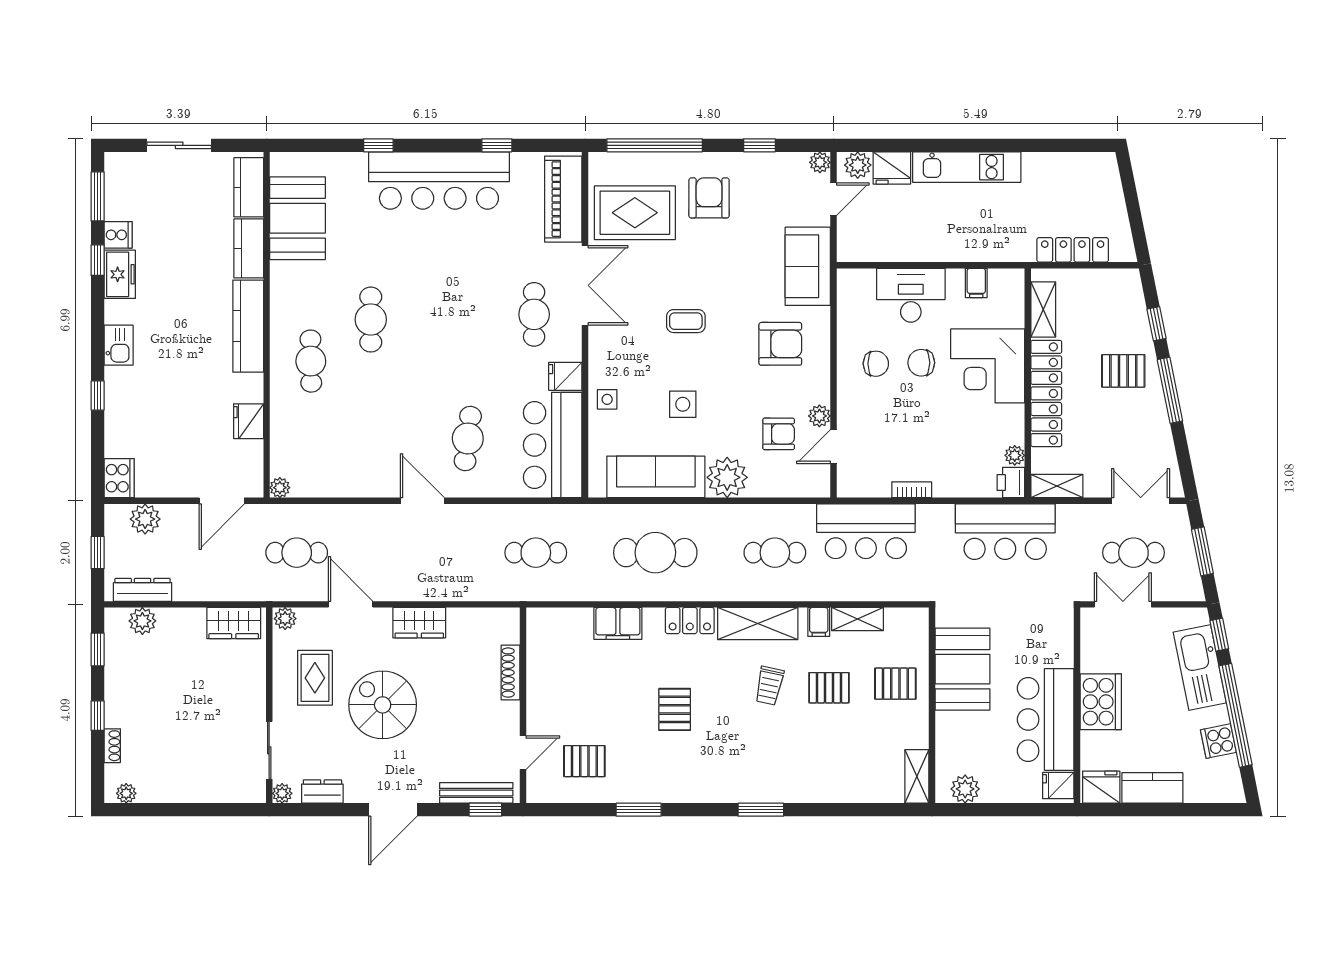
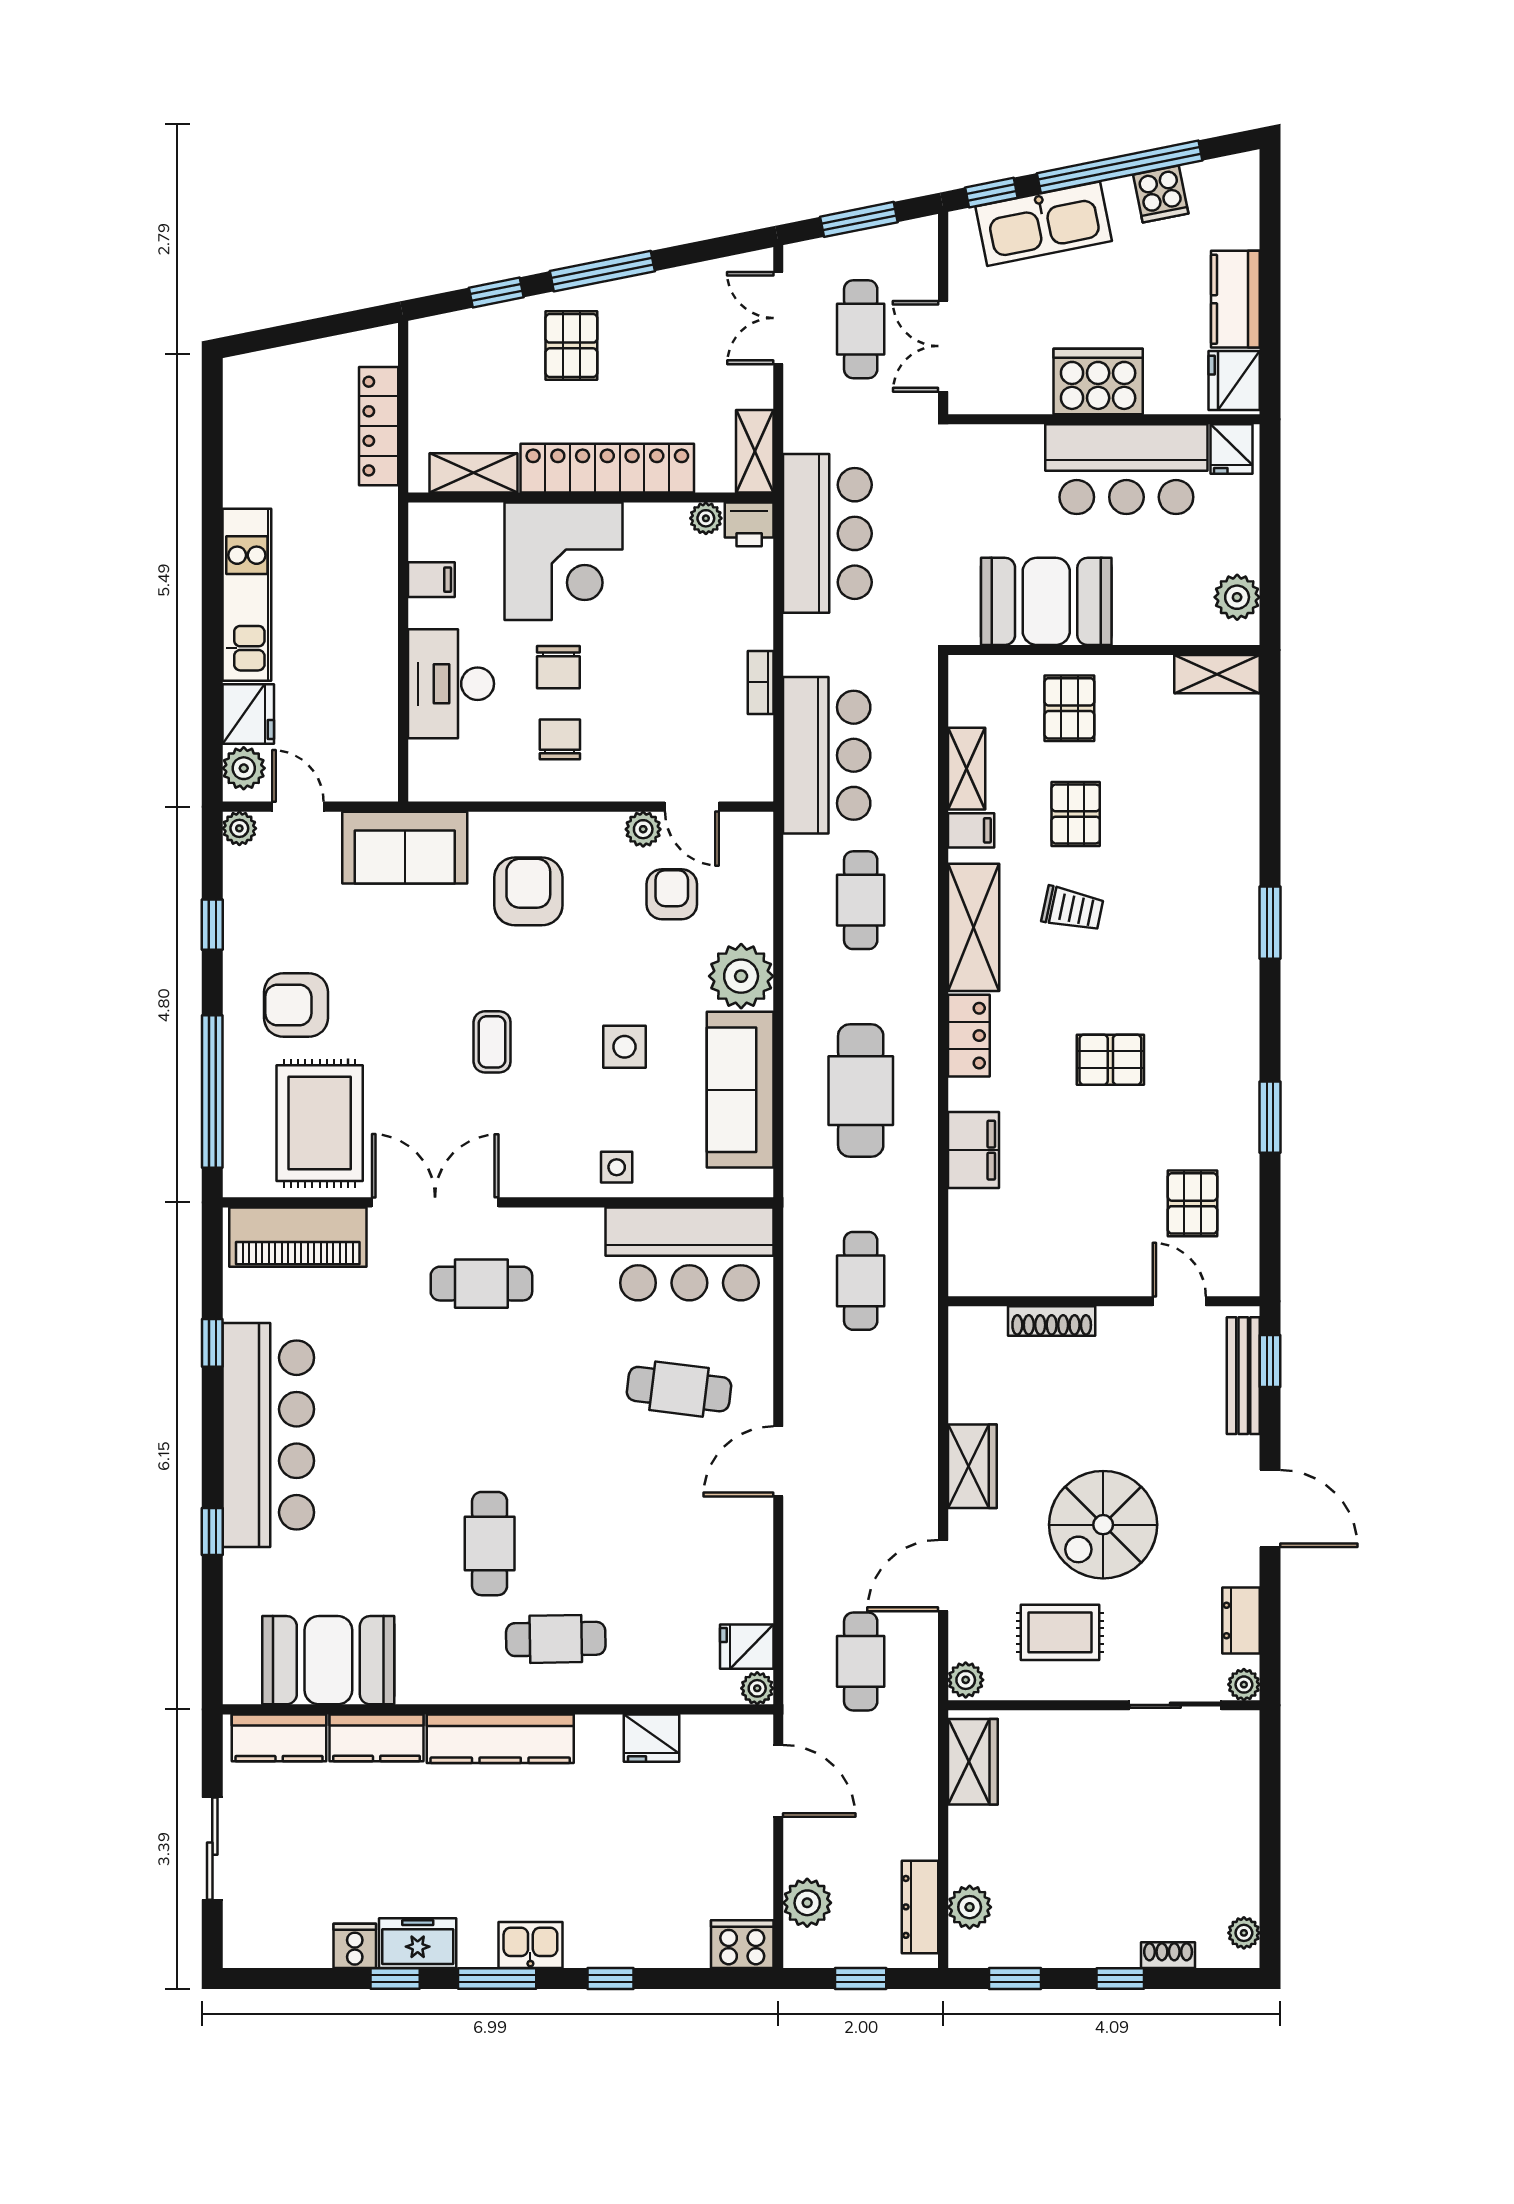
window: (98, 196) -> (497, 1979), moved
cafe table: (371, 320) -> (490, 1544), turned 90
fridge: (565, 376) -> (747, 1647), moved, turned 90

